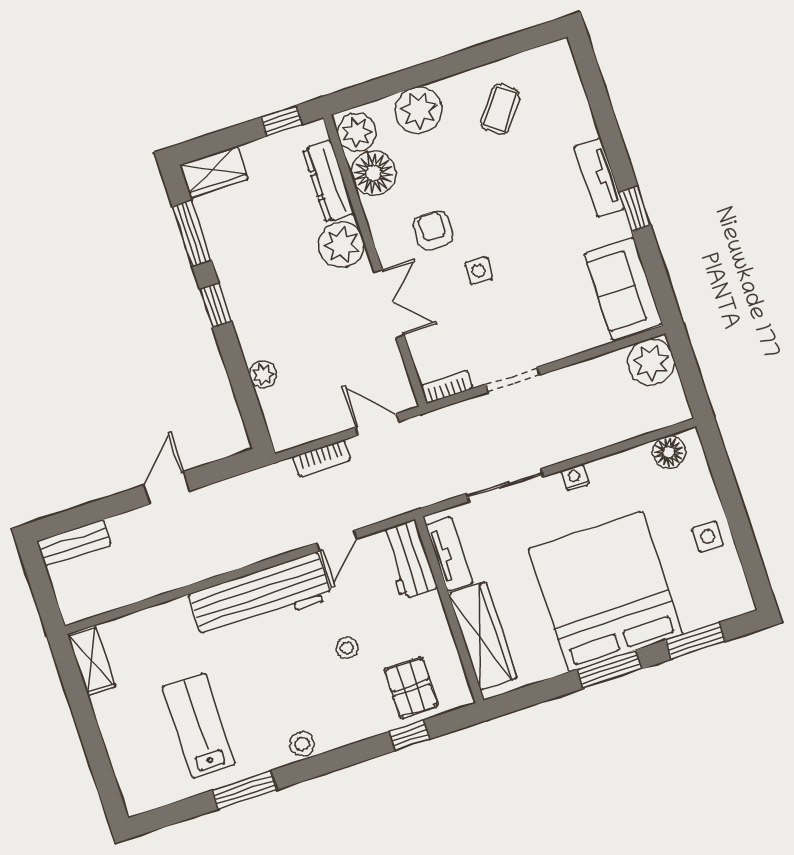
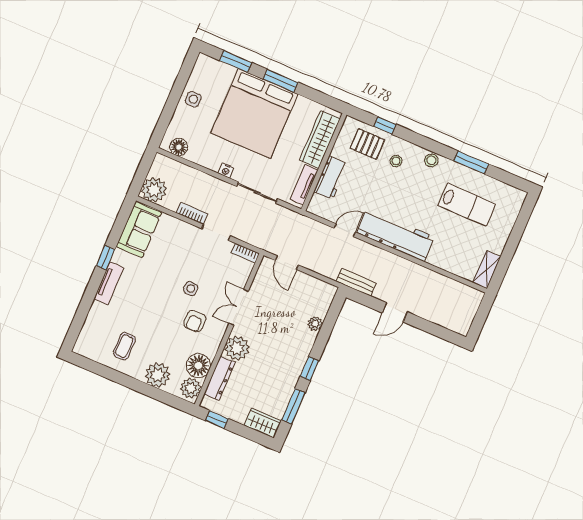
coffee table: (500, 109) -> (124, 346), turned -37
bookcase: (322, 458) -> (192, 213), moved
bench: (74, 543) -> (356, 282), moved
workbench: (409, 559) -> (331, 178), moved
stool: (347, 648) -> (396, 161), moved
pallet: (411, 688) -> (367, 144), turned 90
lab bench: (199, 726) -> (467, 205), turned -90

